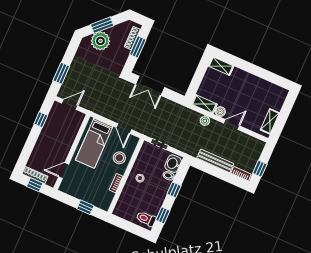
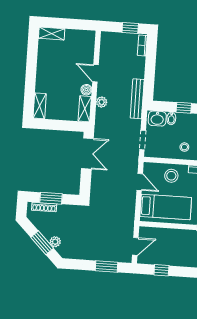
plant: (100, 41) -> (55, 242), width x0.53, depth x0.53
double door: (150, 86) -> (87, 153), moved
door: (70, 105) -> (135, 246), swing flipped
shelving: (270, 121) -> (52, 34), moved
door: (124, 129) -> (140, 182), hinge flipped
bench: (215, 161) -> (137, 99), moved

